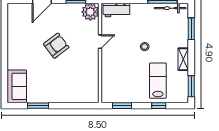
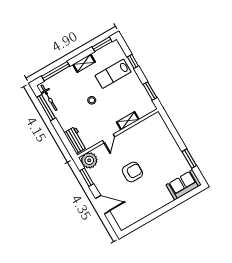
window: (191, 29) -> (56, 71), width x1.44
door: (100, 42) -> (109, 139), swing flipped
armchair: (56, 46) -> (132, 172), turned 127
shelving: (106, 69) -> (128, 121), added

